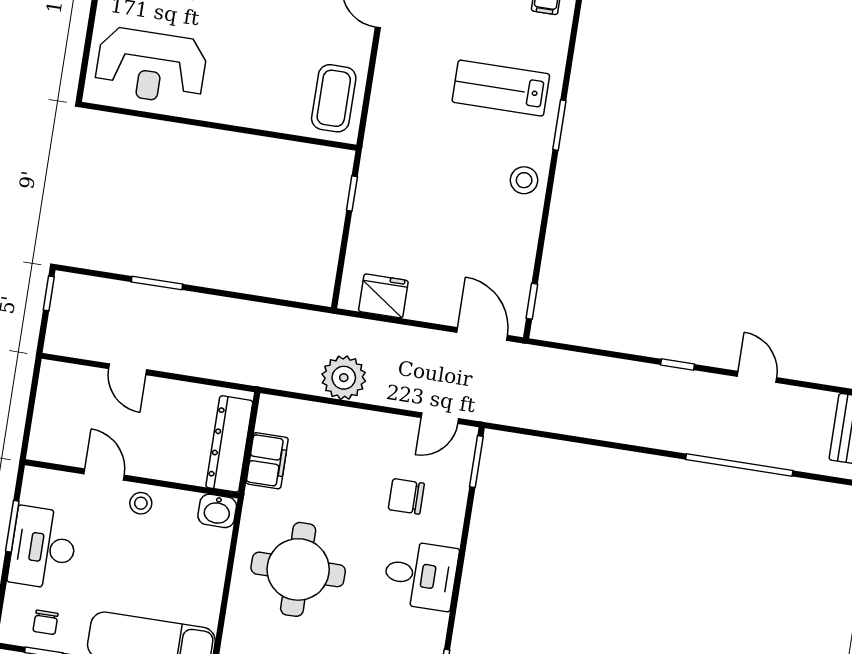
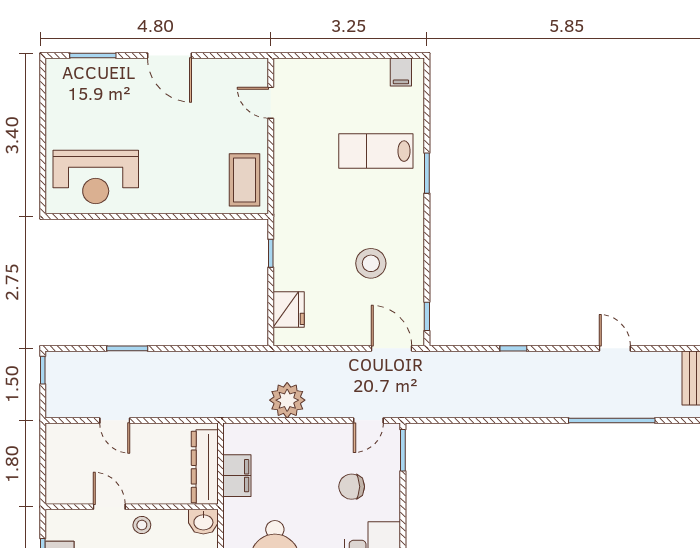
stool: (524, 180) -> (371, 263), moved, width x1.38, depth x1.38
fridge: (383, 296) -> (289, 310), moved, turned 90
window: (677, 365) -> (513, 348), moved

